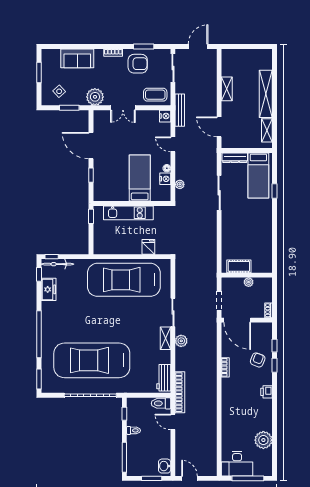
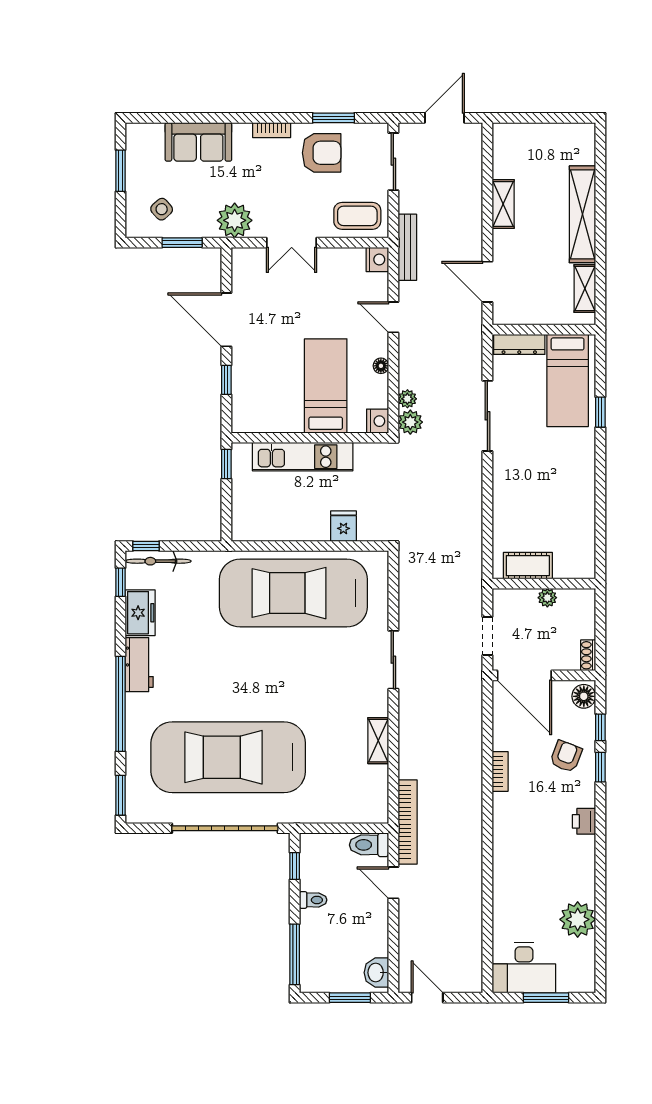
nightstand: (165, 179) -> (378, 421), moved
floor lamp: (266, 330) -> (584, 696), added
shelving: (166, 338) -> (378, 741), moved
plant: (181, 341) -> (410, 422), moved
workbench: (164, 378) -> (139, 665), moved, turned 180
window: (248, 478) -> (546, 998), width x0.69

